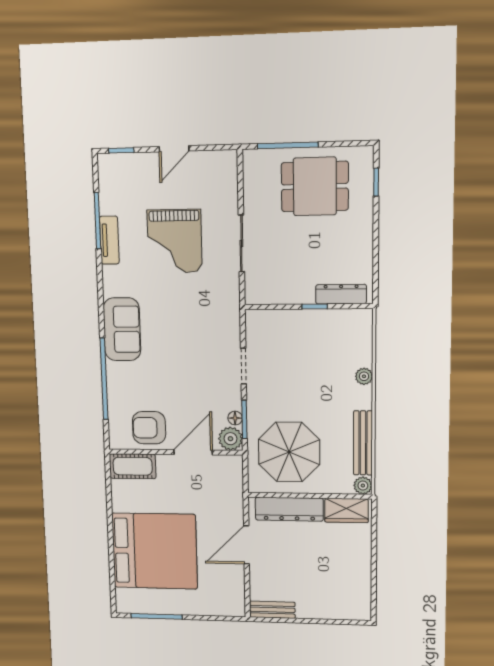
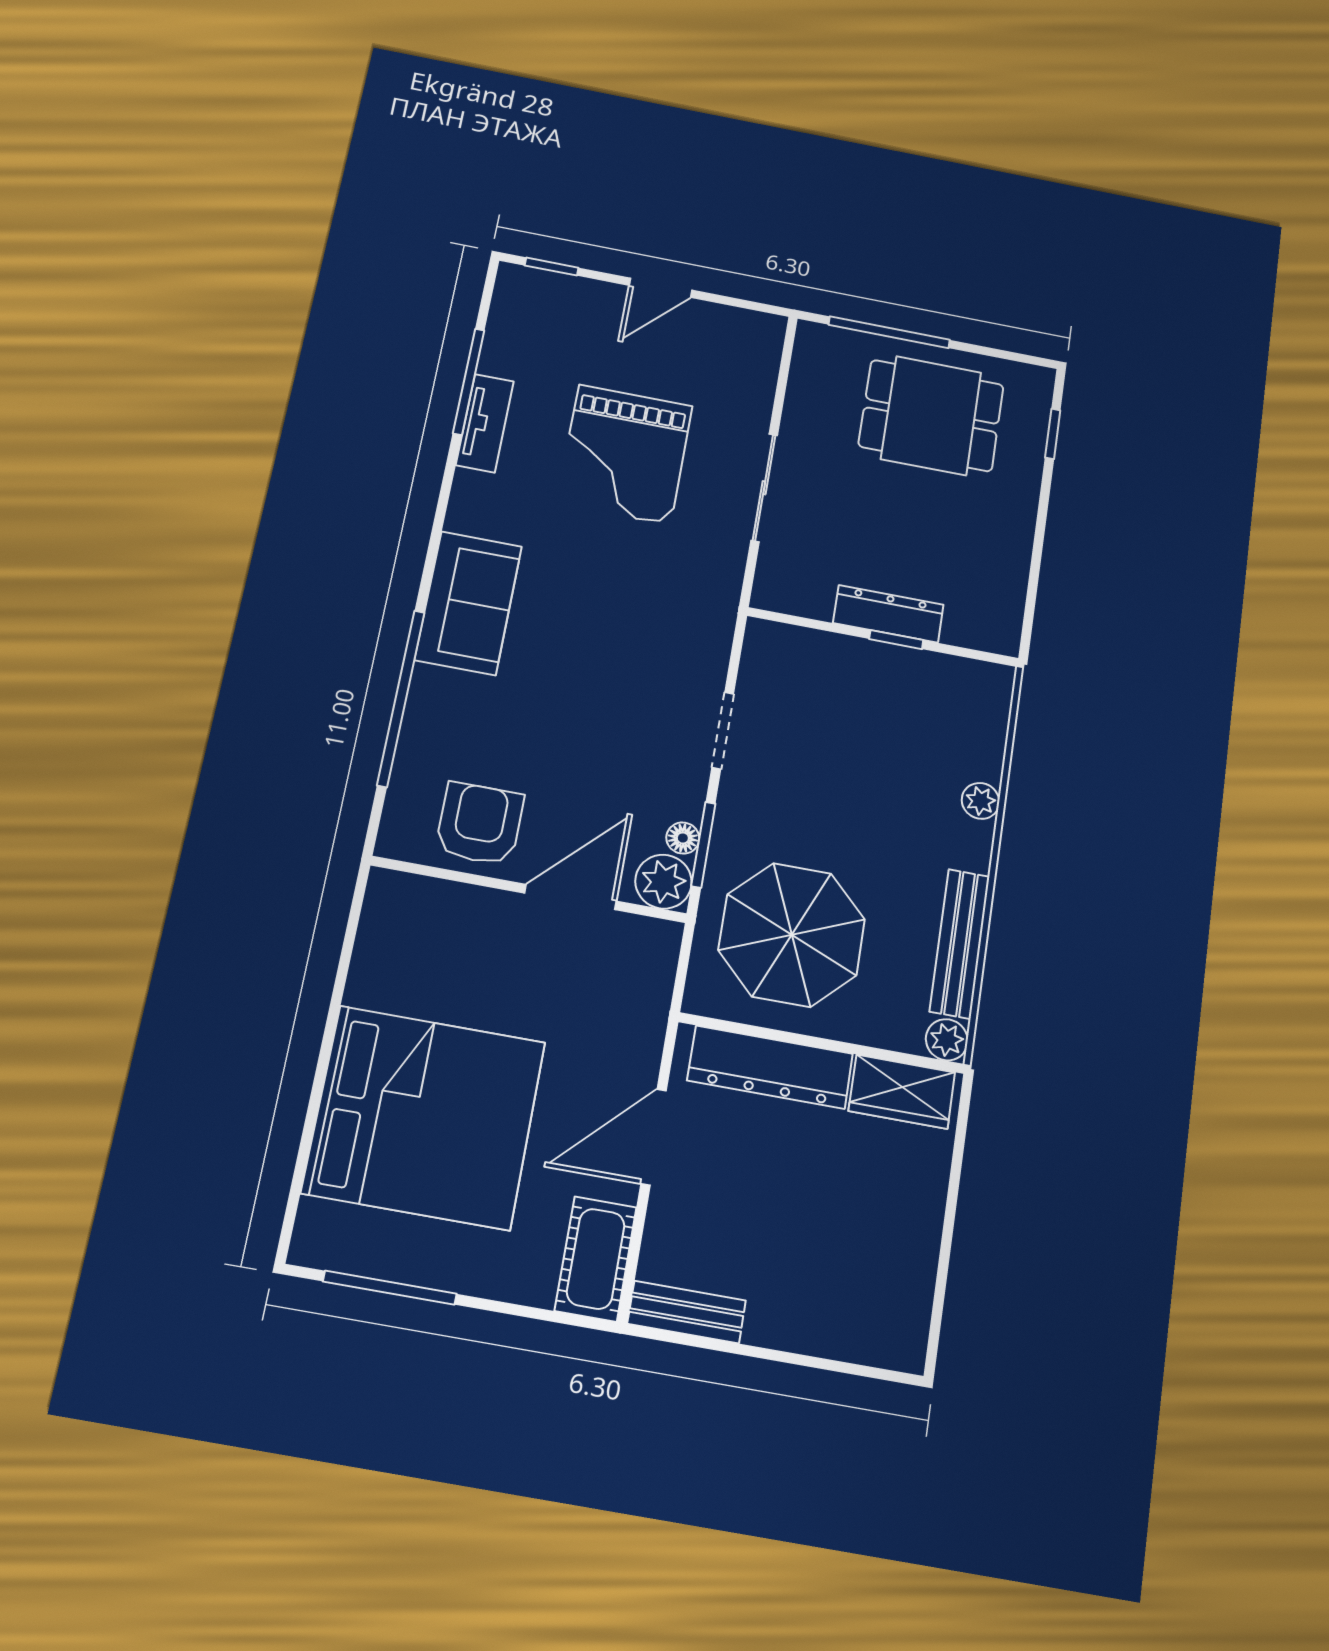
dresser: (341, 294) -> (888, 614), moved
armchair: (149, 428) -> (480, 824), turned 90
cot: (133, 466) -> (596, 1259), moved, turned 90

